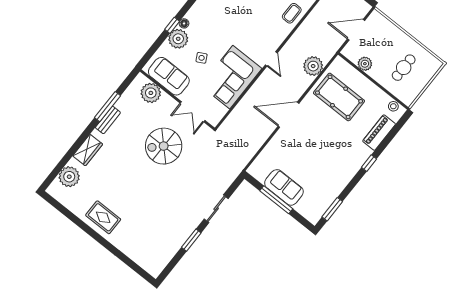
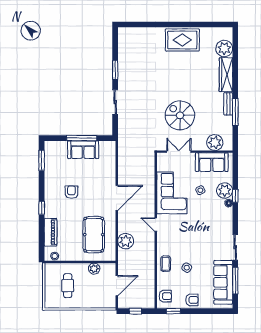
pool table: (339, 97) -> (94, 235), turned 90
spiral stairs: (164, 146) -> (180, 115), turned -90
wardrobe: (88, 150) -> (226, 75), width x1.50
armchair: (328, 155) -> (71, 192), added
rug: (103, 217) -> (182, 40), width x1.36, depth x1.43

